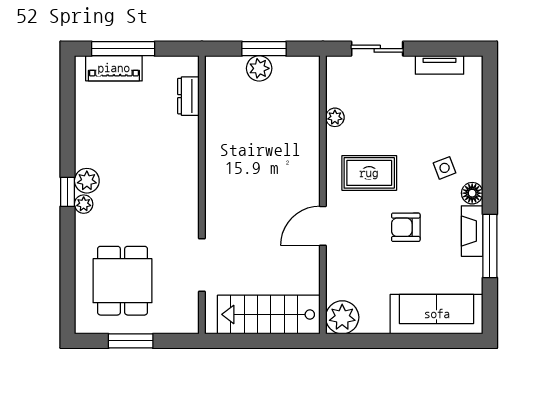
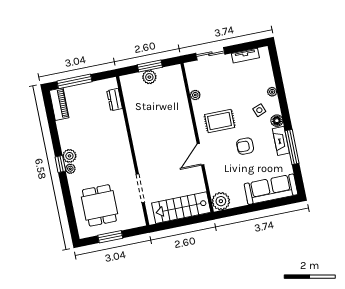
piano: (114, 68) -> (59, 104), moved, turned -90
plant: (474, 140) -> (272, 92), added

